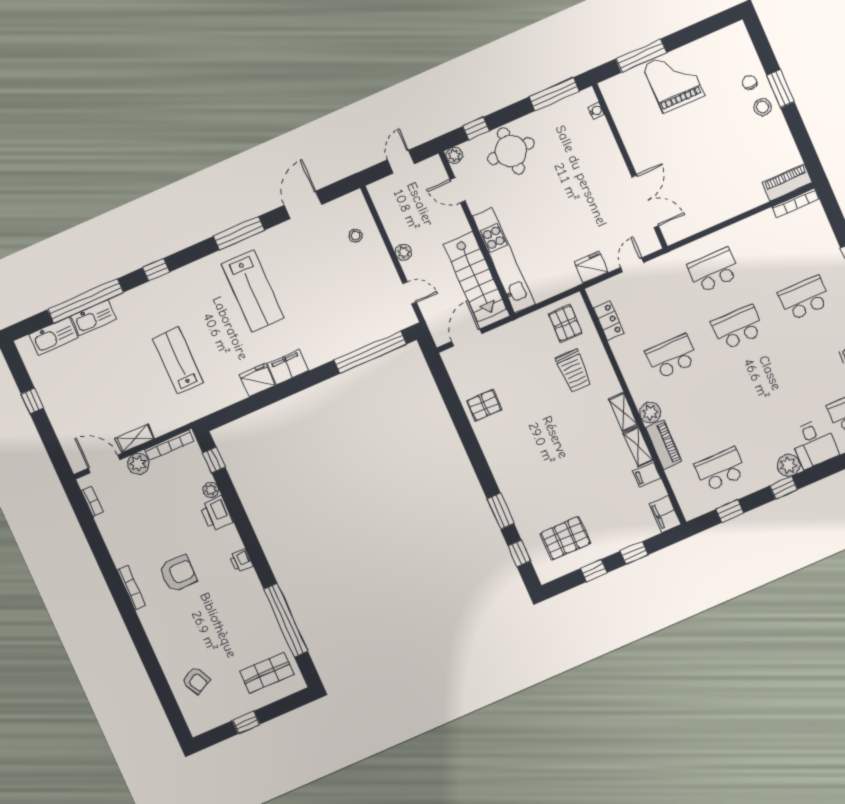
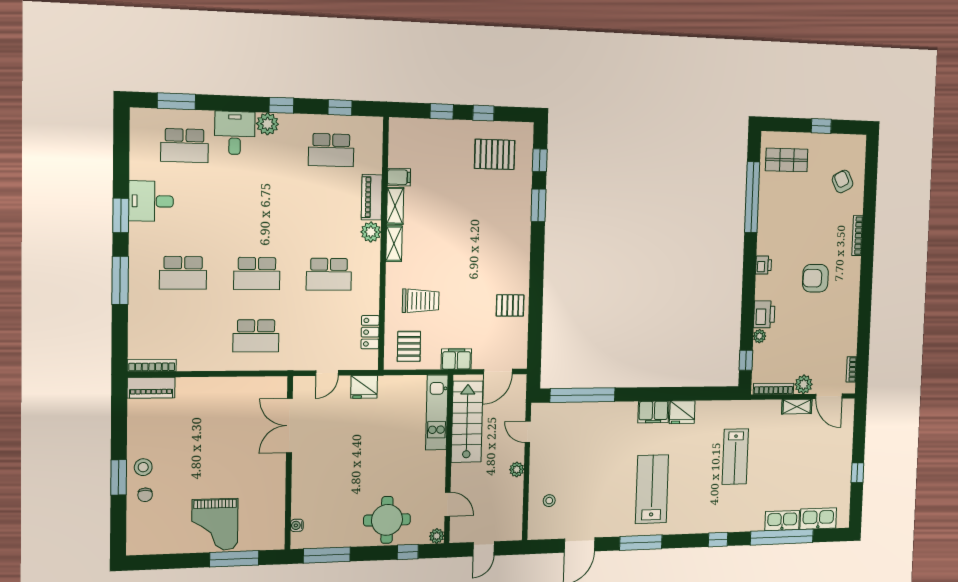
kitchen unit: (503, 260) -> (437, 412), width x0.73
trolley: (574, 371) -> (421, 301), turned 90
filing cabinet: (665, 514) -> (456, 359), moved, turned -90
bookcase: (131, 588) -> (857, 236), moved

